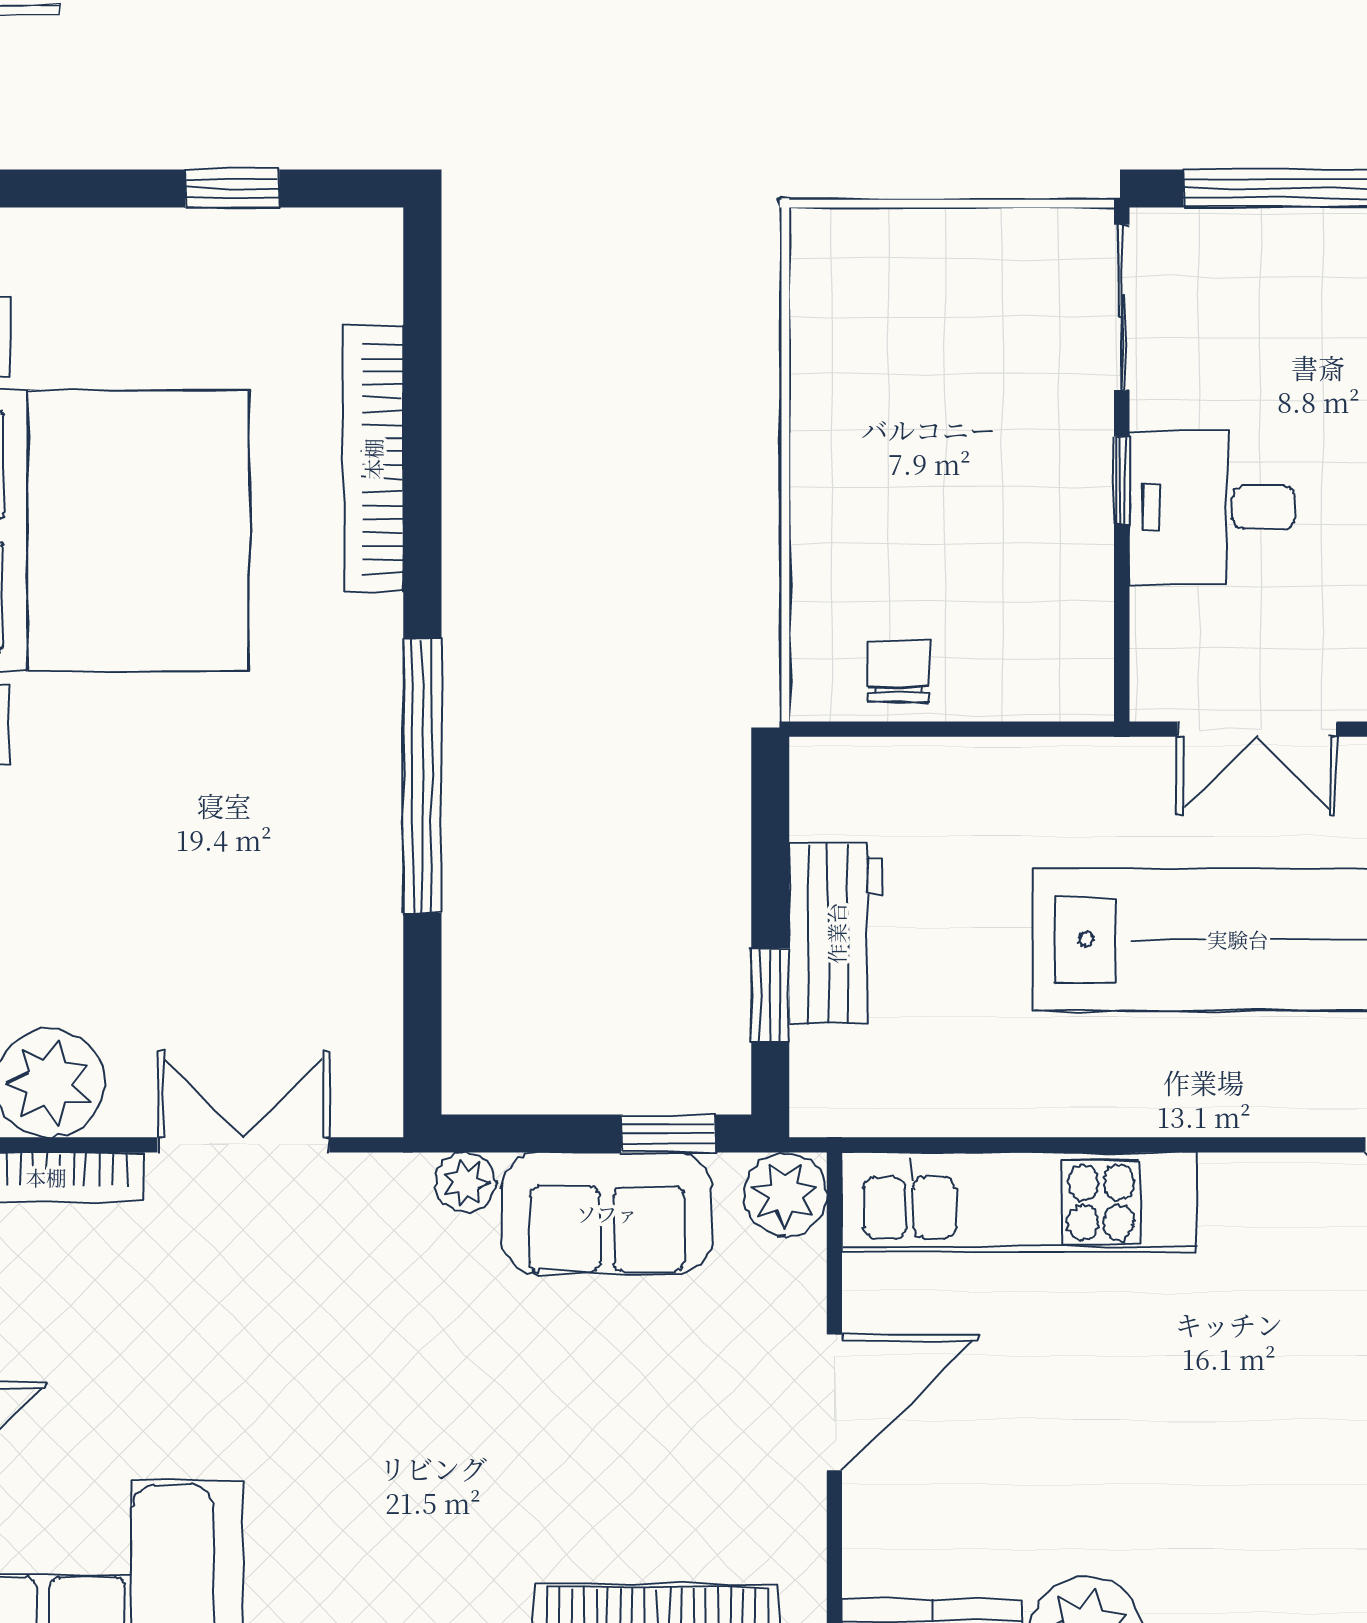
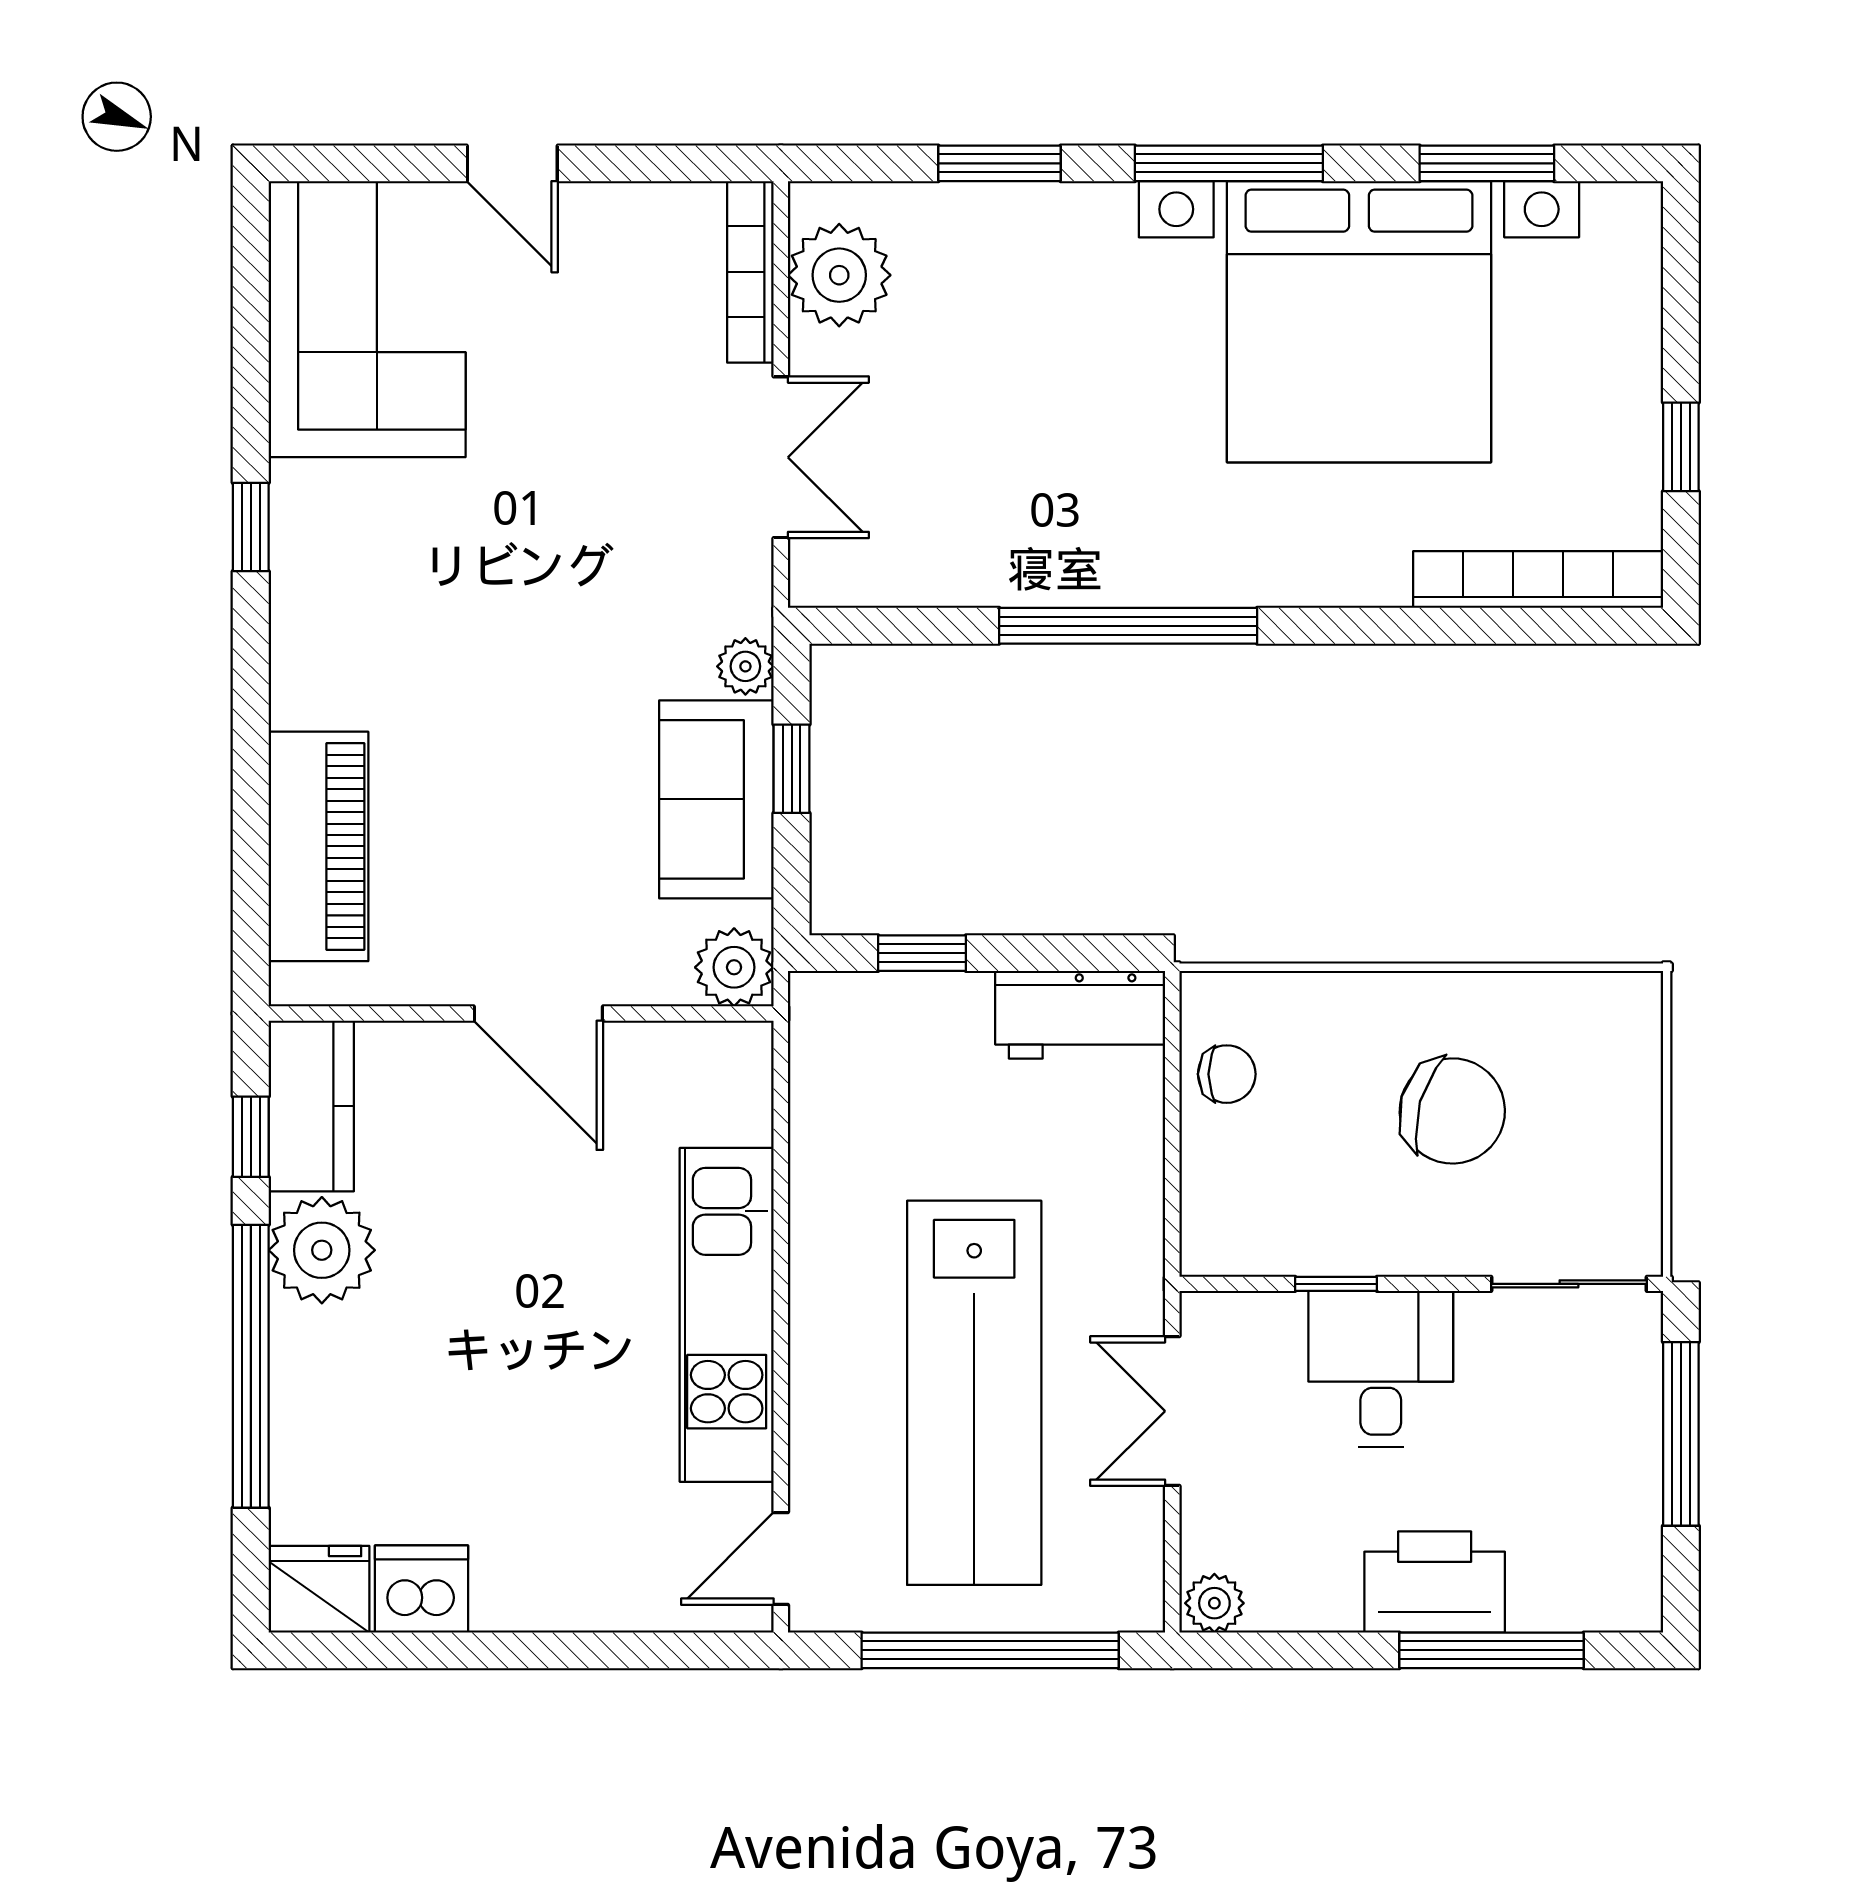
chair: (938, 431) -> (1452, 1111), added
bookcase: (373, 459) -> (1538, 580), moved
window: (1122, 480) -> (1336, 1284), moved
workbench: (836, 933) -> (1080, 1015), moved
window: (668, 1134) -> (792, 769), moved
kitchen unit: (1019, 1202) -> (727, 1315), moved

